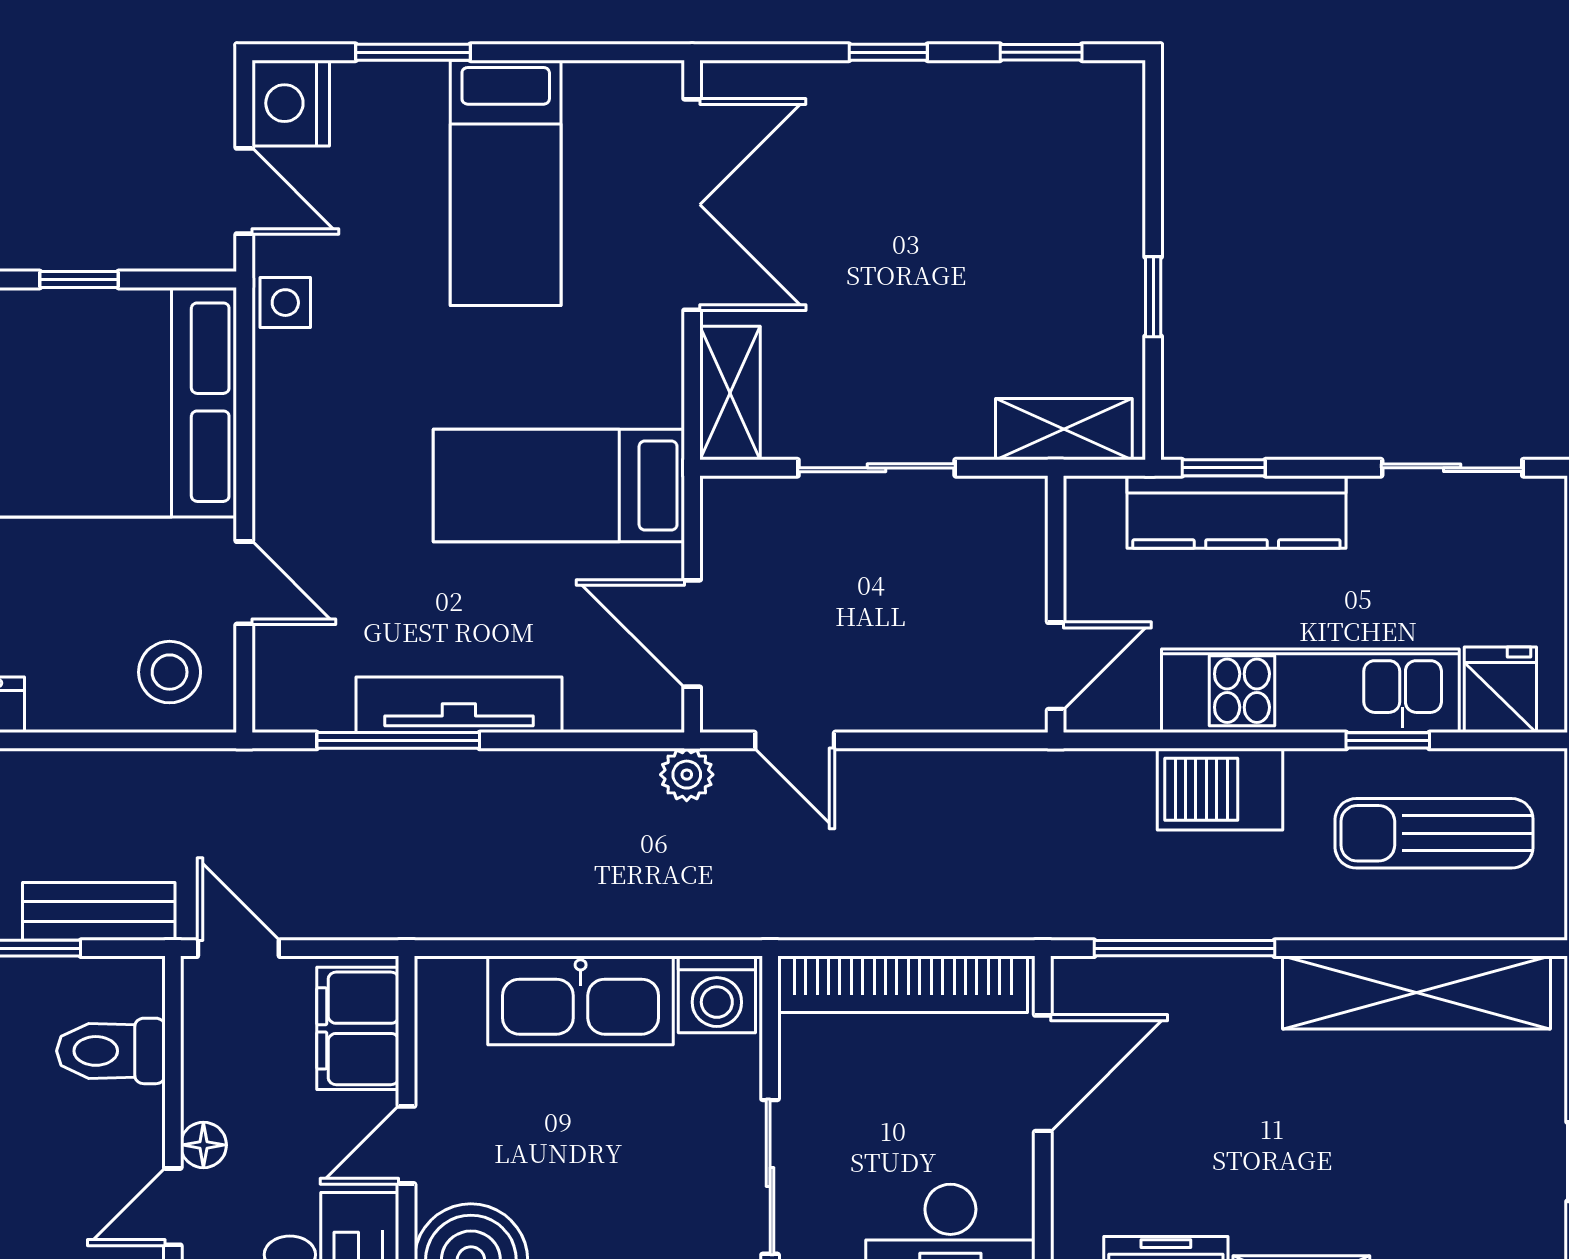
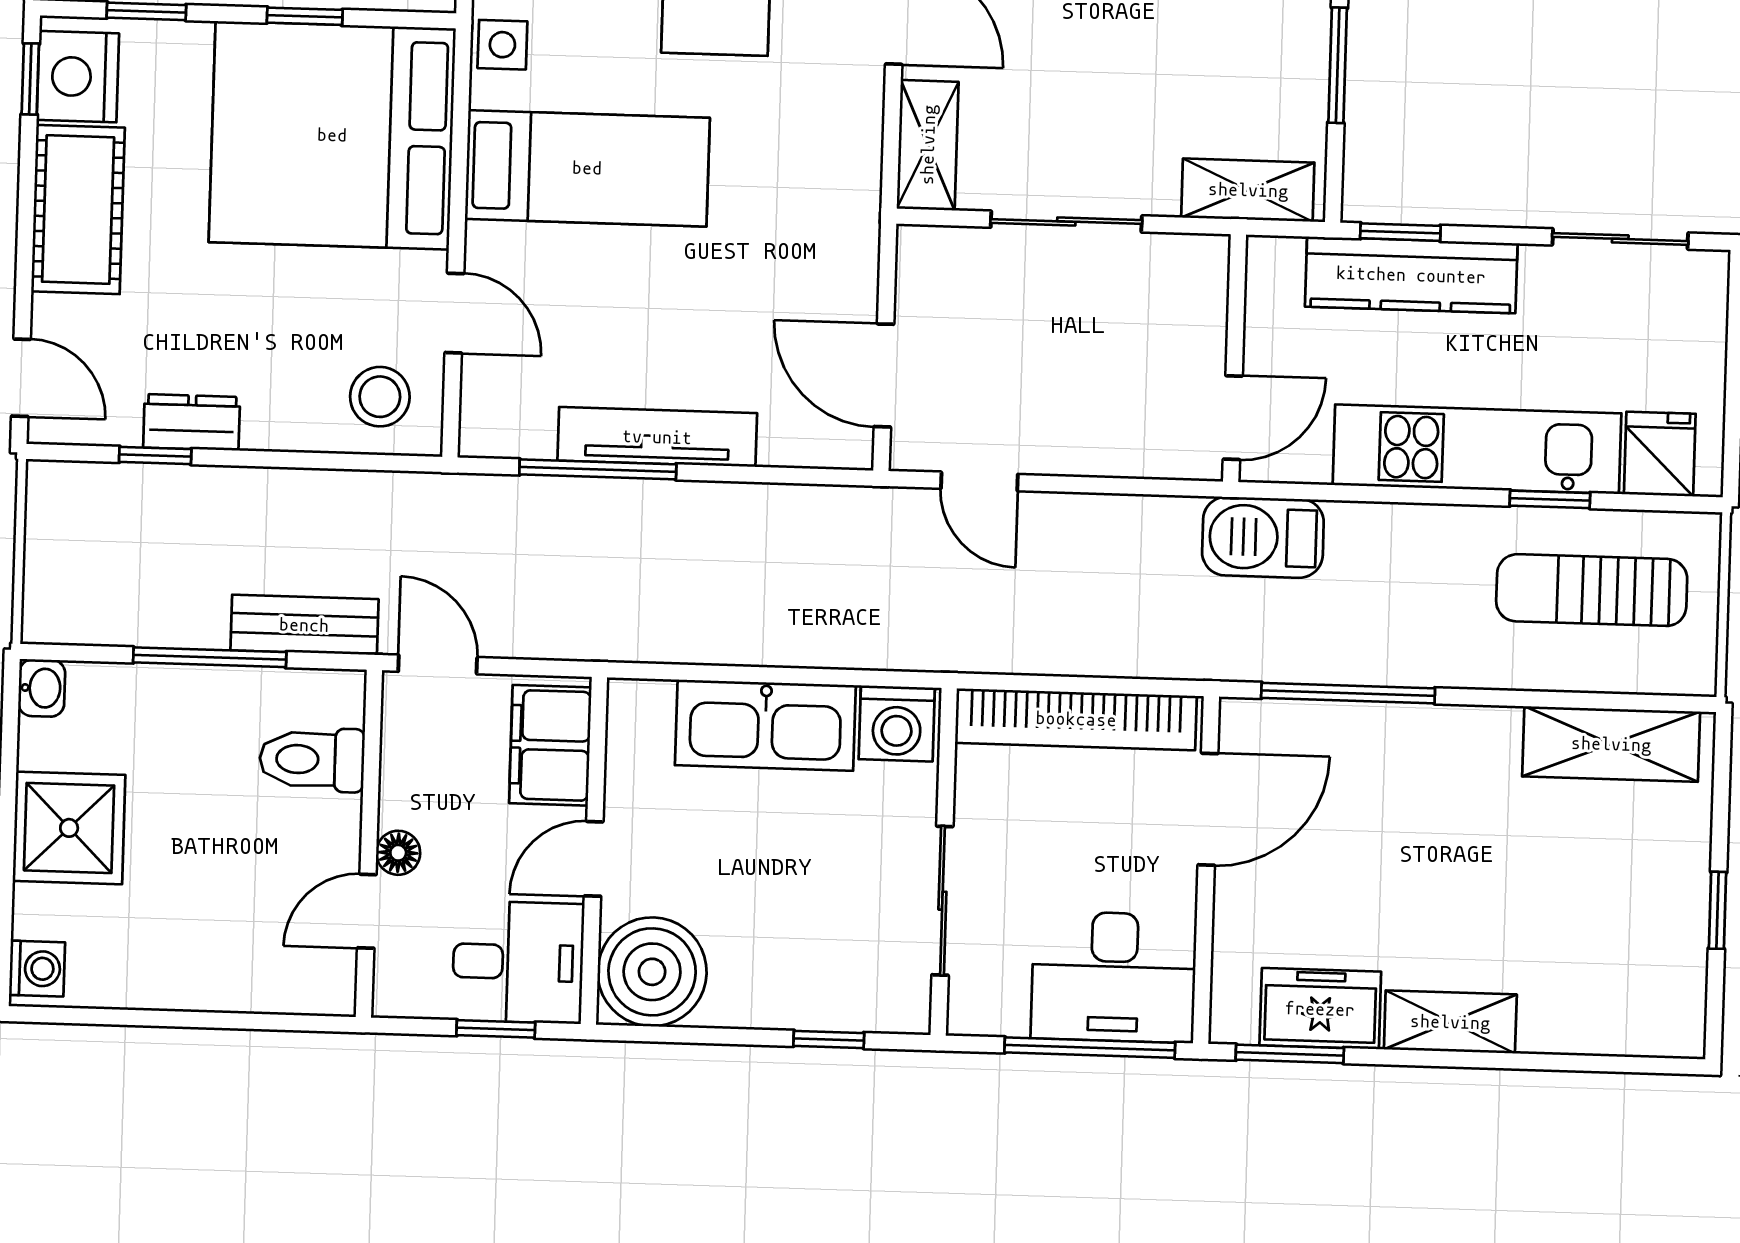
window: (1153, 297) -> (1338, 65), width x1.50
bed: (559, 485) -> (587, 168), moved, turned 180
plant: (687, 775) -> (874, 511), removed
barbecue: (1220, 789) -> (1263, 537), moved
shelving: (1417, 992) -> (1611, 744), width x0.68

